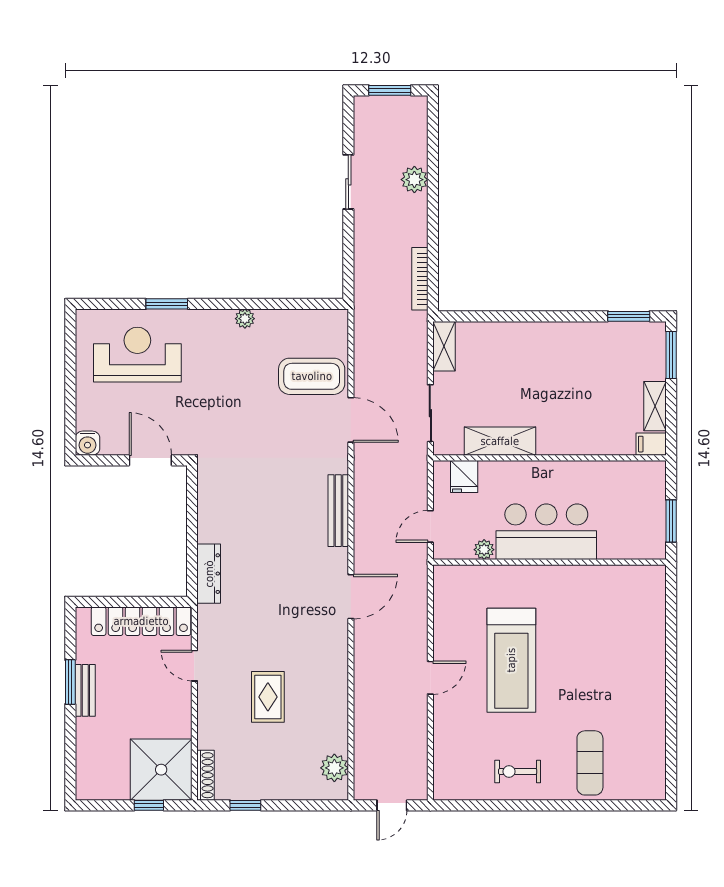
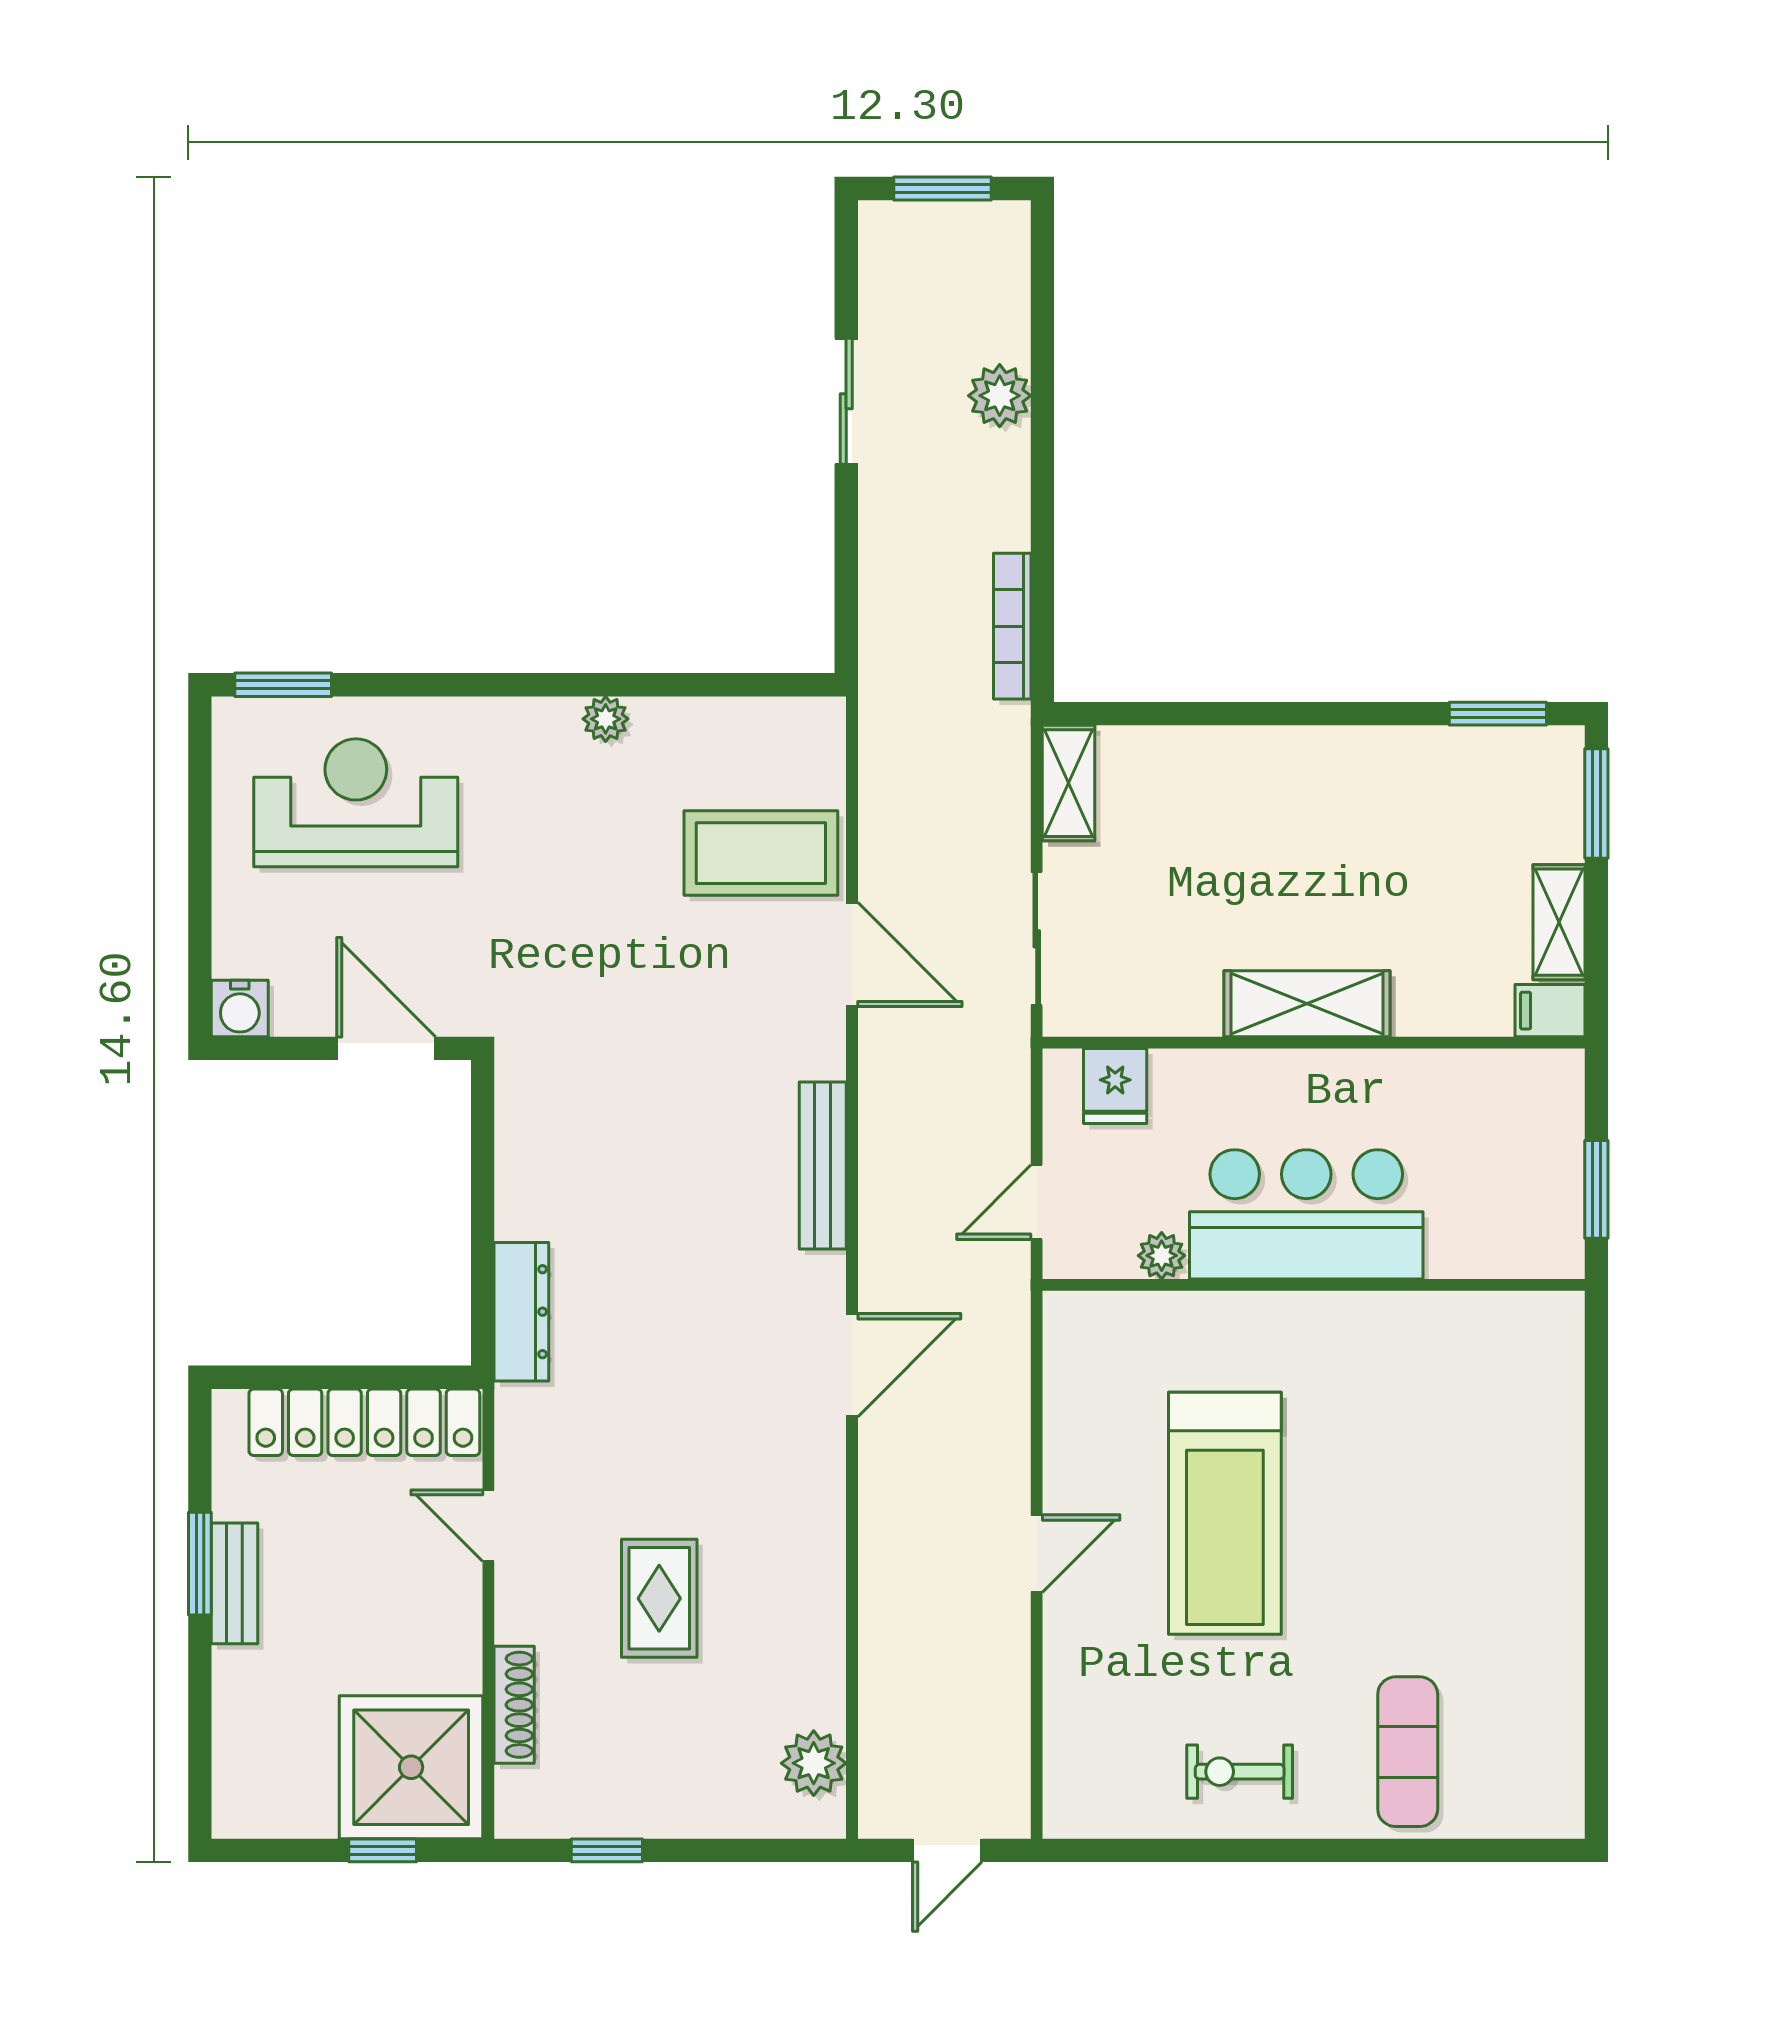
window: (167, 304) -> (283, 685), moved
shelving: (500, 441) -> (1307, 1004), moved
shoe rack: (206, 775) -> (514, 1705), moved

